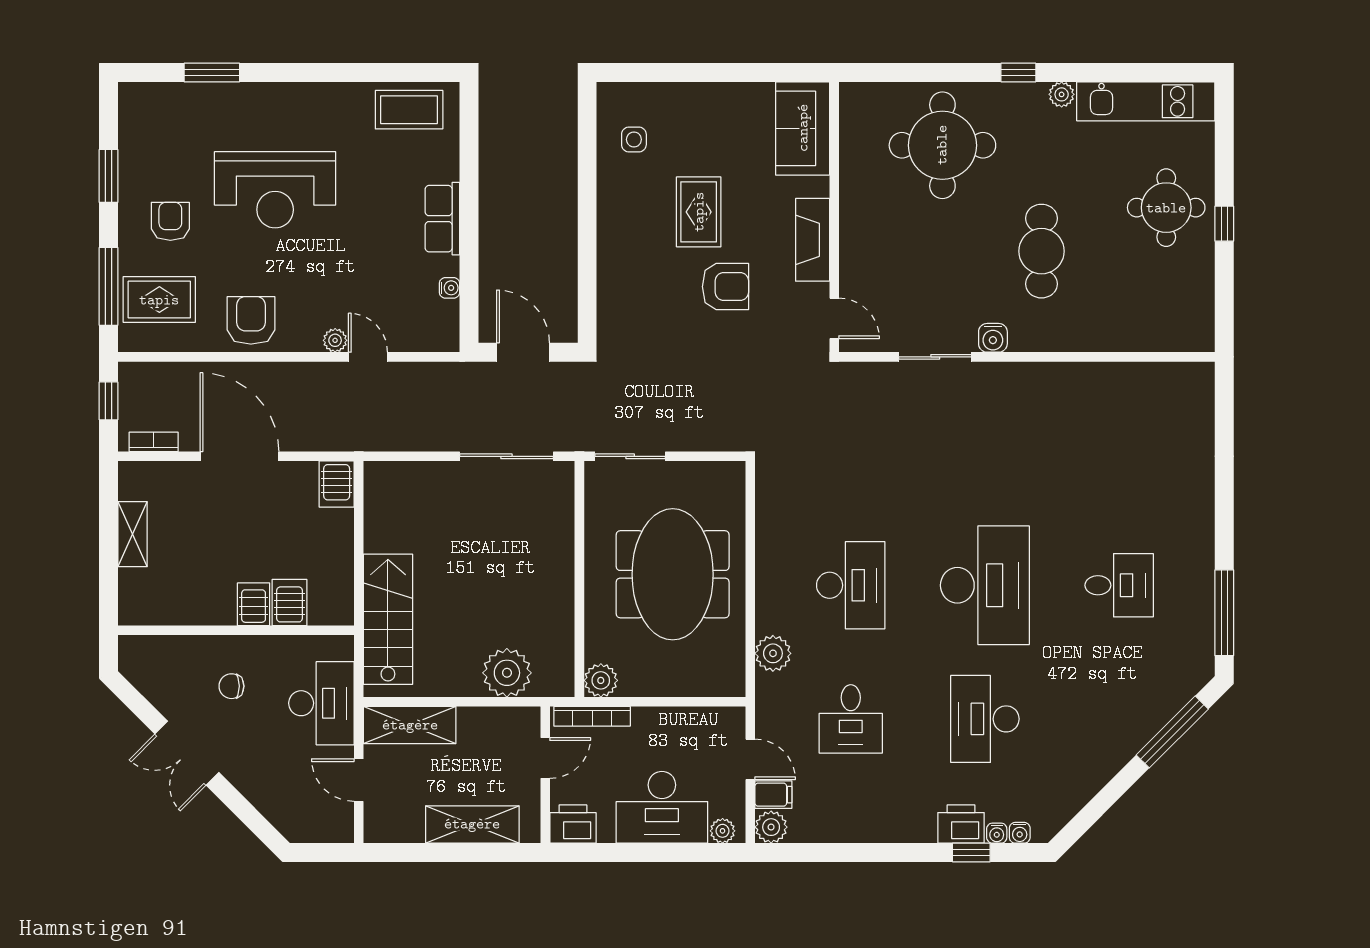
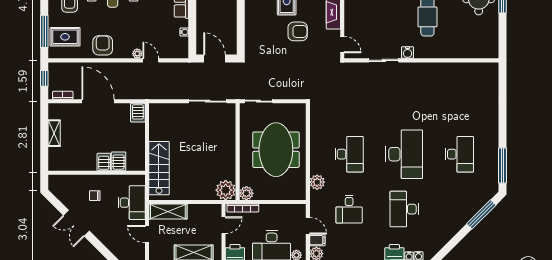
desk: (1119, 585) -> (459, 154), width x1.37
plant: (507, 673) -> (226, 190), moved

